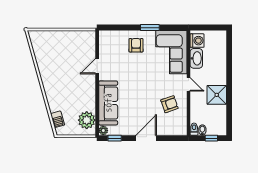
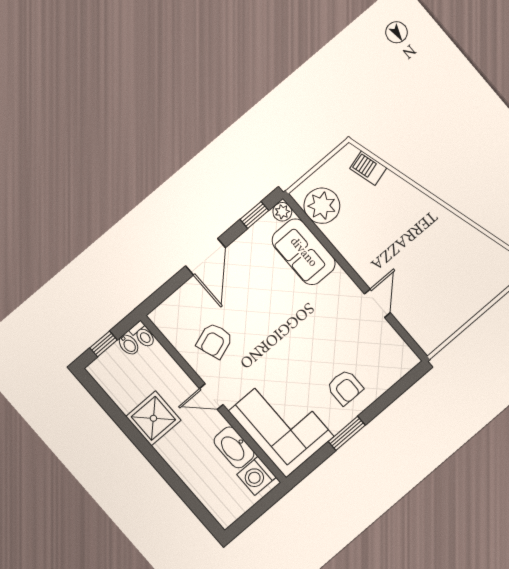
sofa: (108, 103) -> (304, 252), width x0.73

